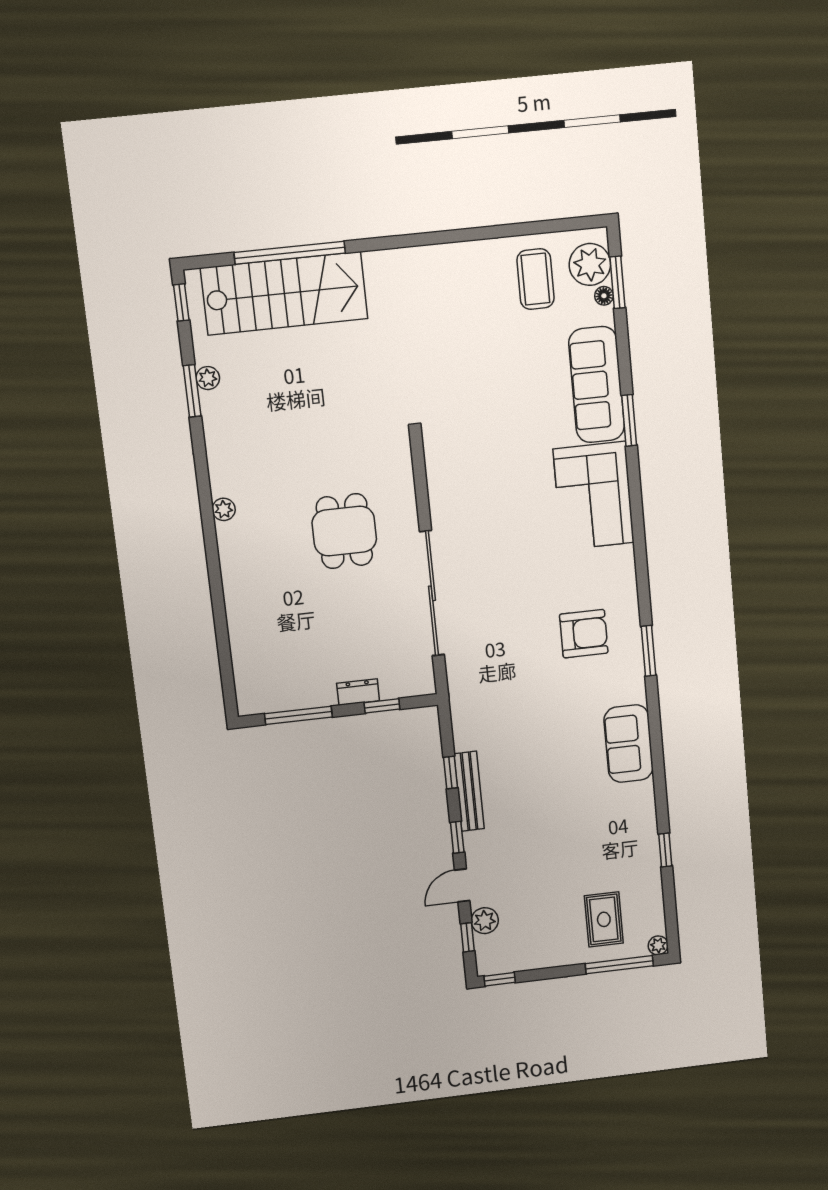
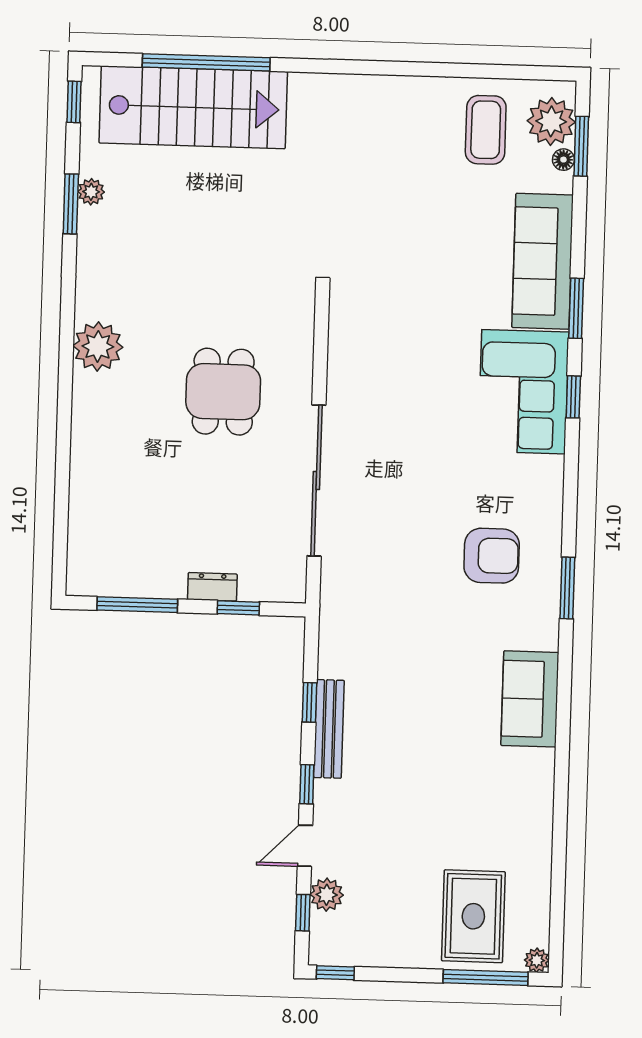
plant: (224, 509) -> (98, 346), width x1.88, depth x1.88
window: (665, 850) -> (573, 397), moved
rug: (604, 919) -> (473, 916), width x1.36, depth x1.43

